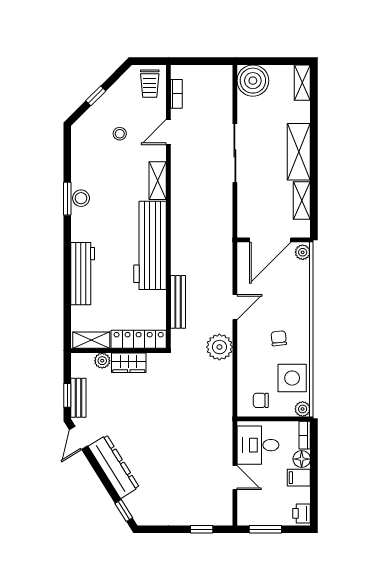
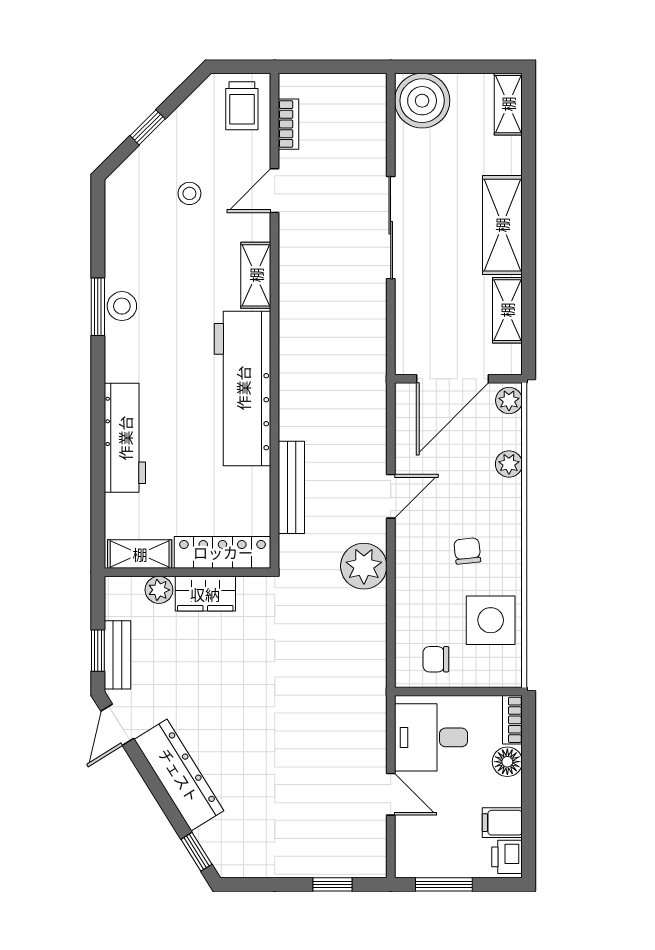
plant: (303, 409) -> (509, 464), moved
filing cabinet: (299, 478) -> (502, 823), moved

